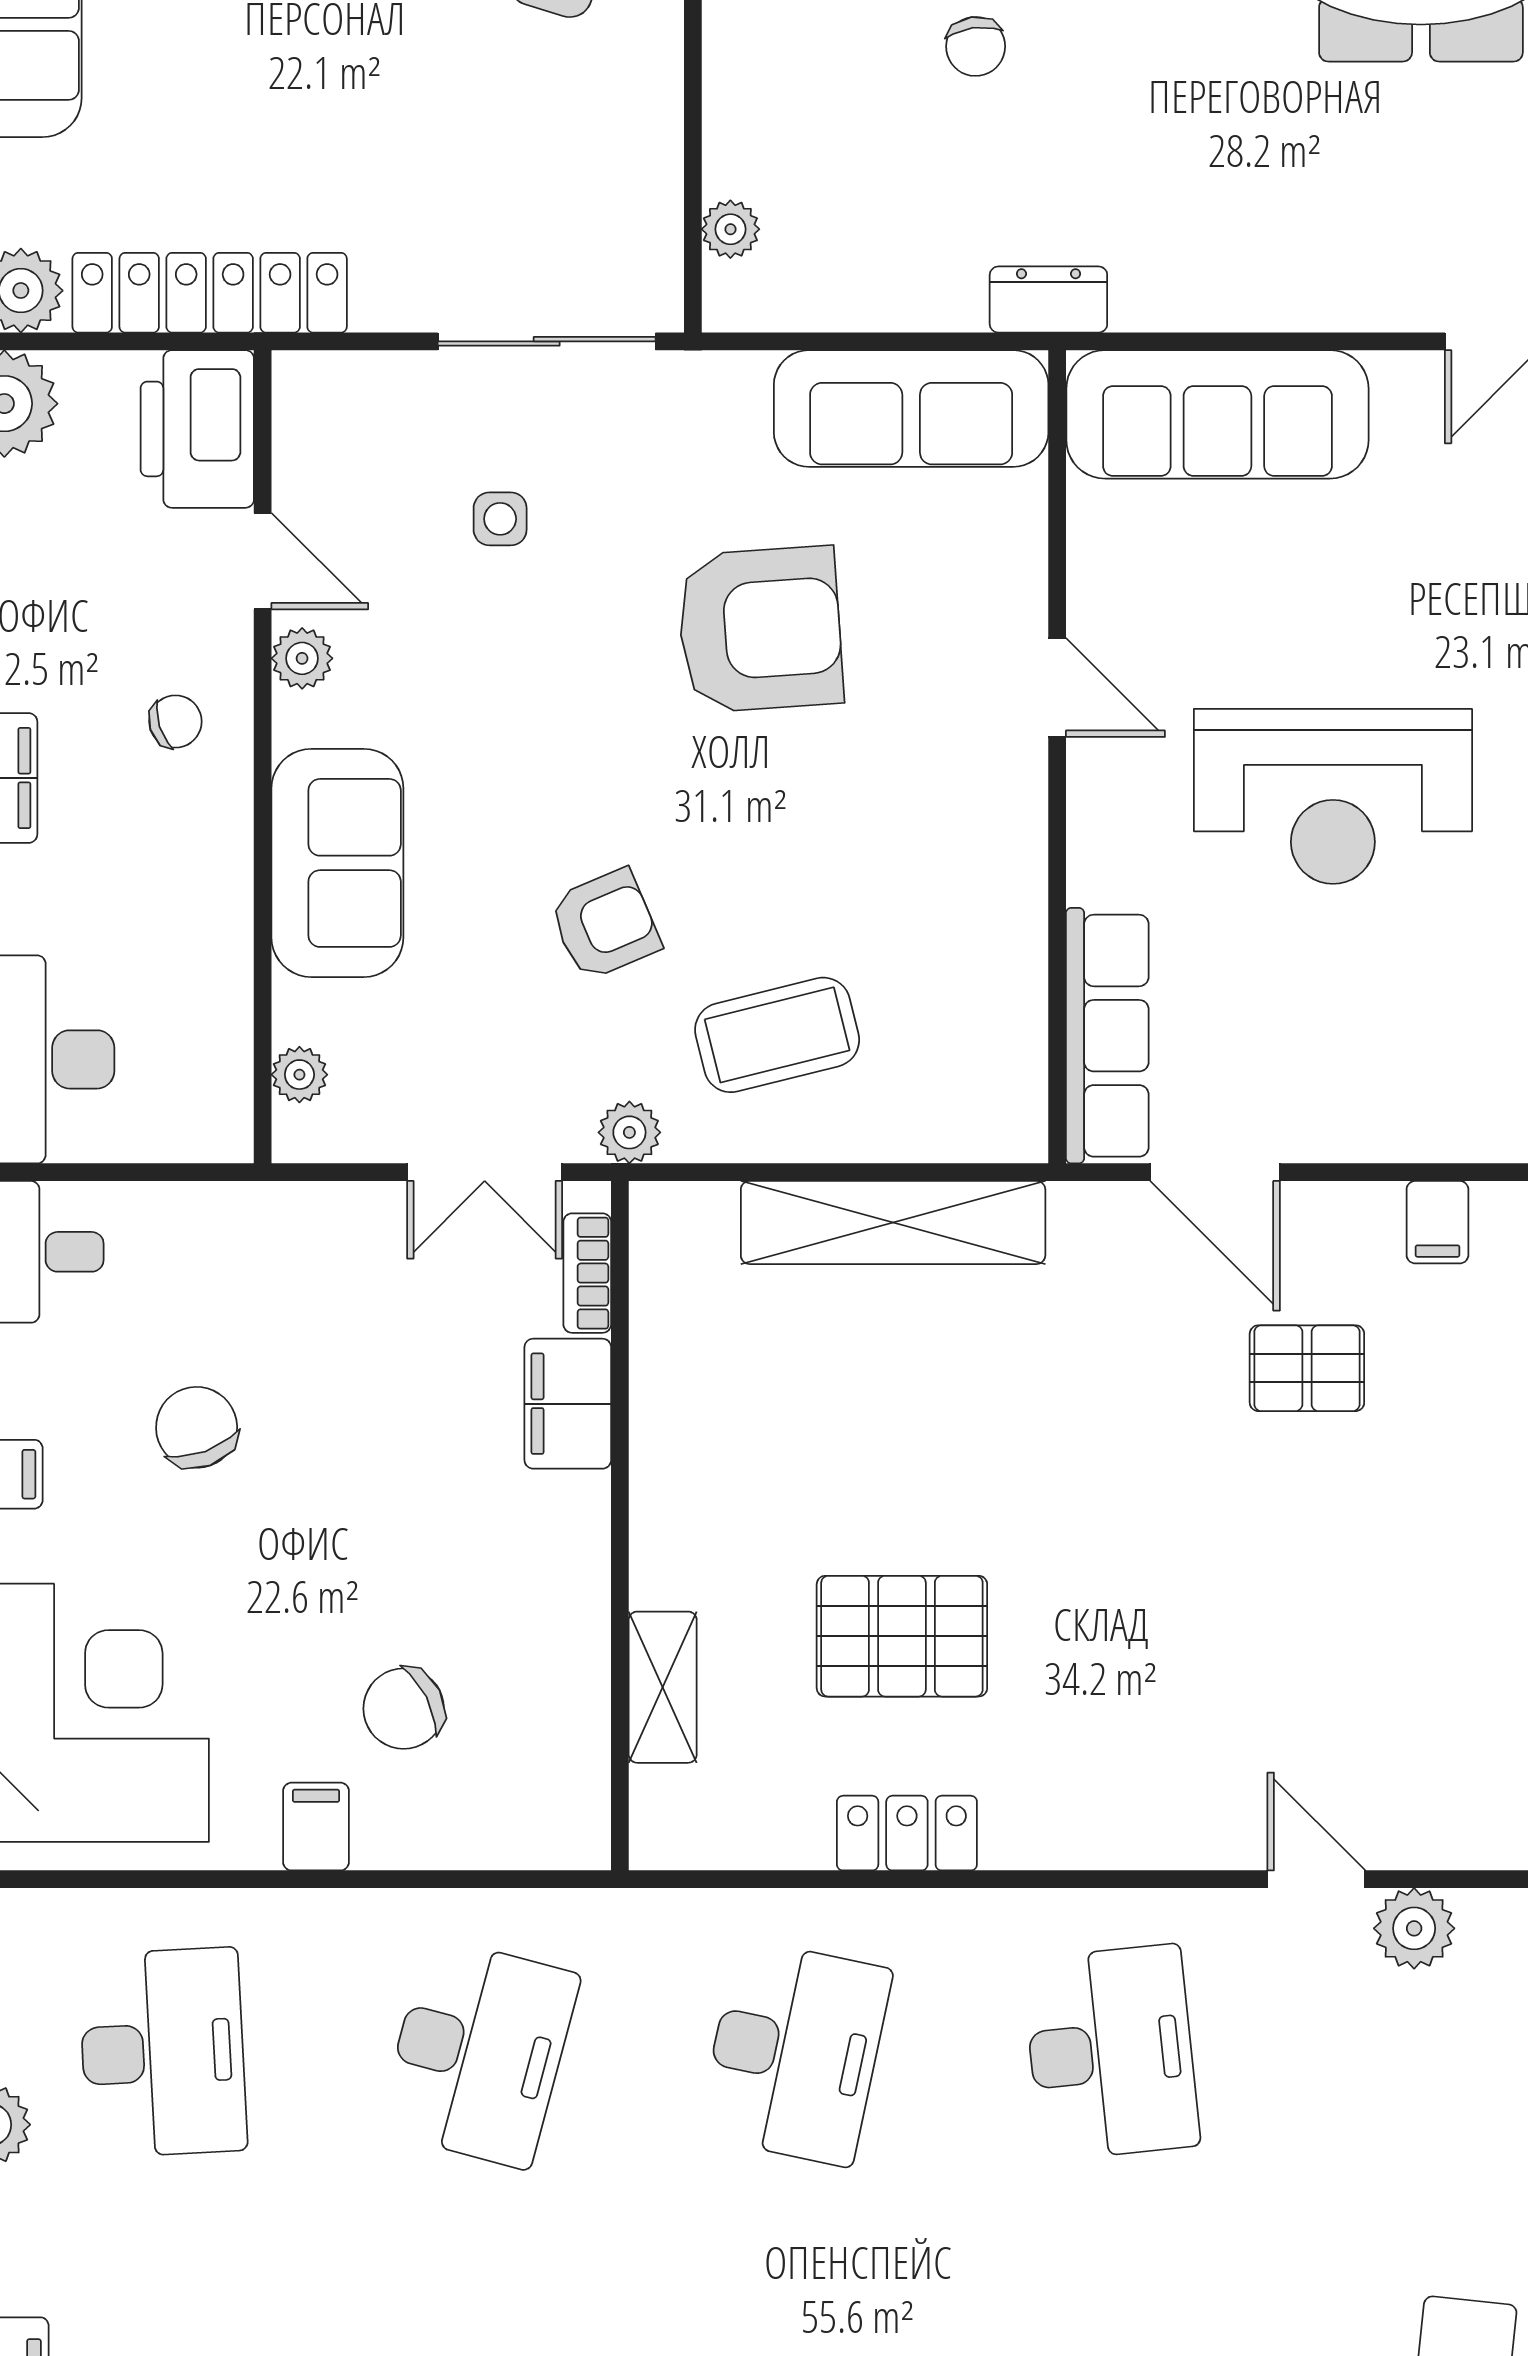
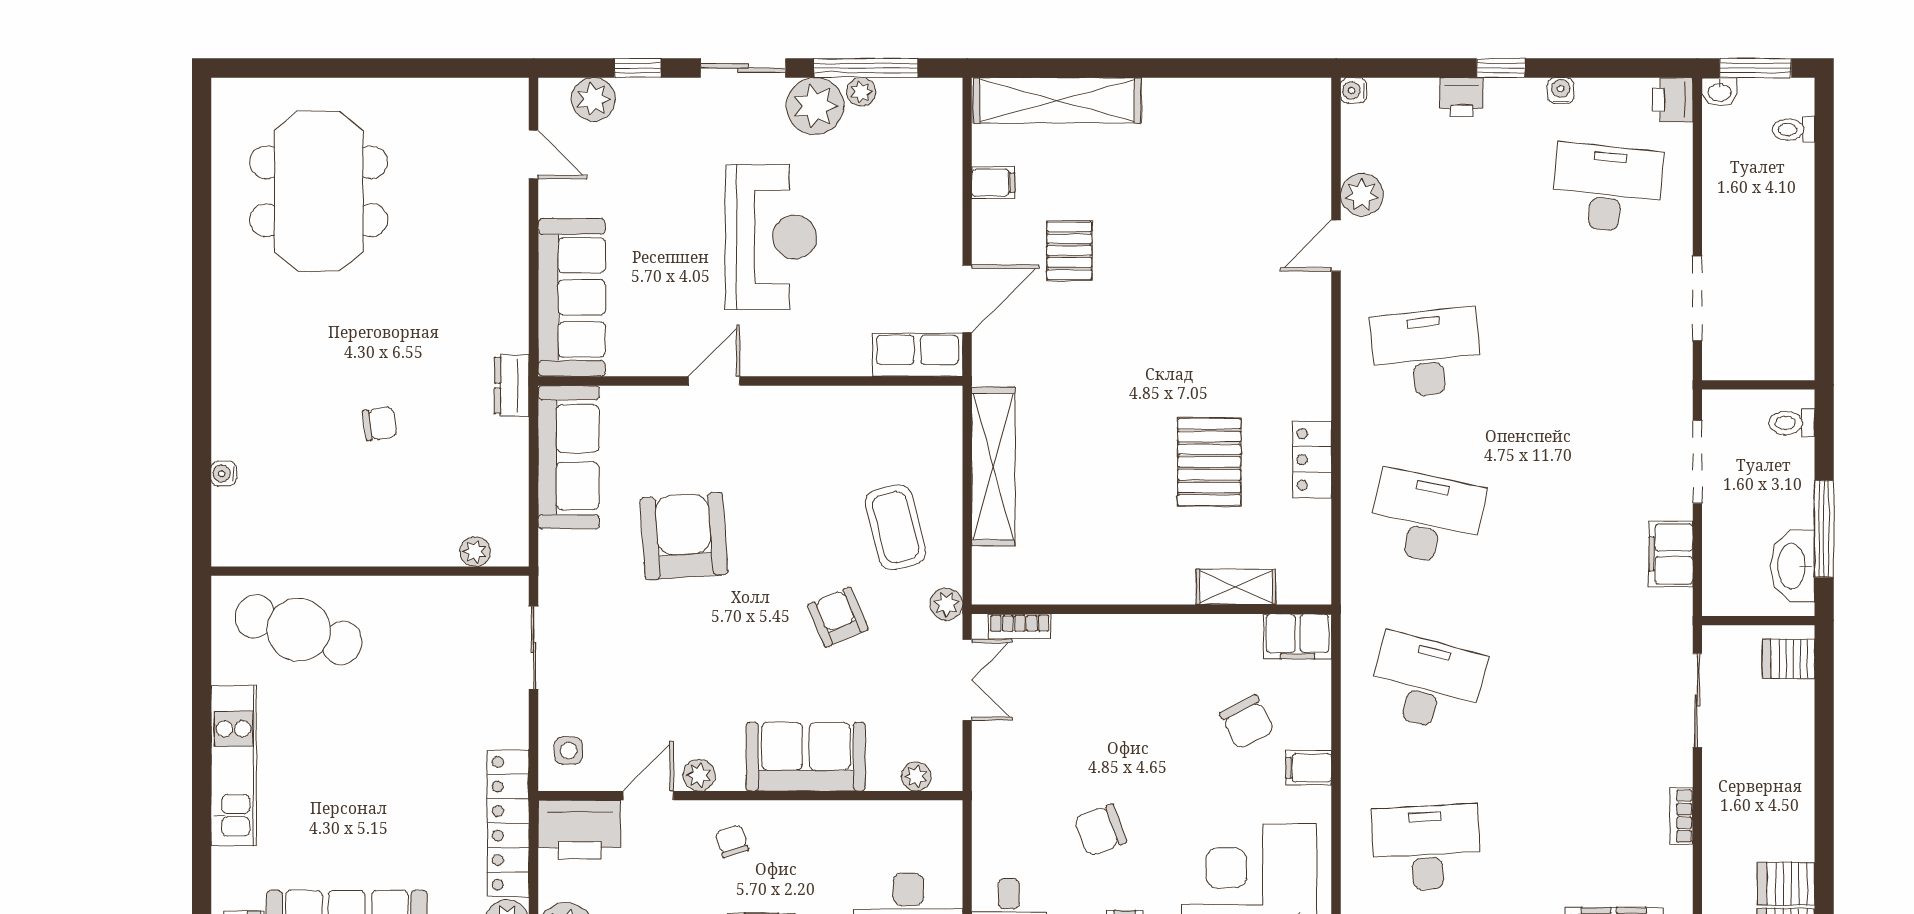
sliding door: (547, 341) -> (534, 647), width x0.73
side table: (500, 519) -> (568, 751), moved
row of seats: (1107, 1036) -> (917, 355), width x0.68
filing cabinet: (568, 1404) -> (1298, 636), moved

